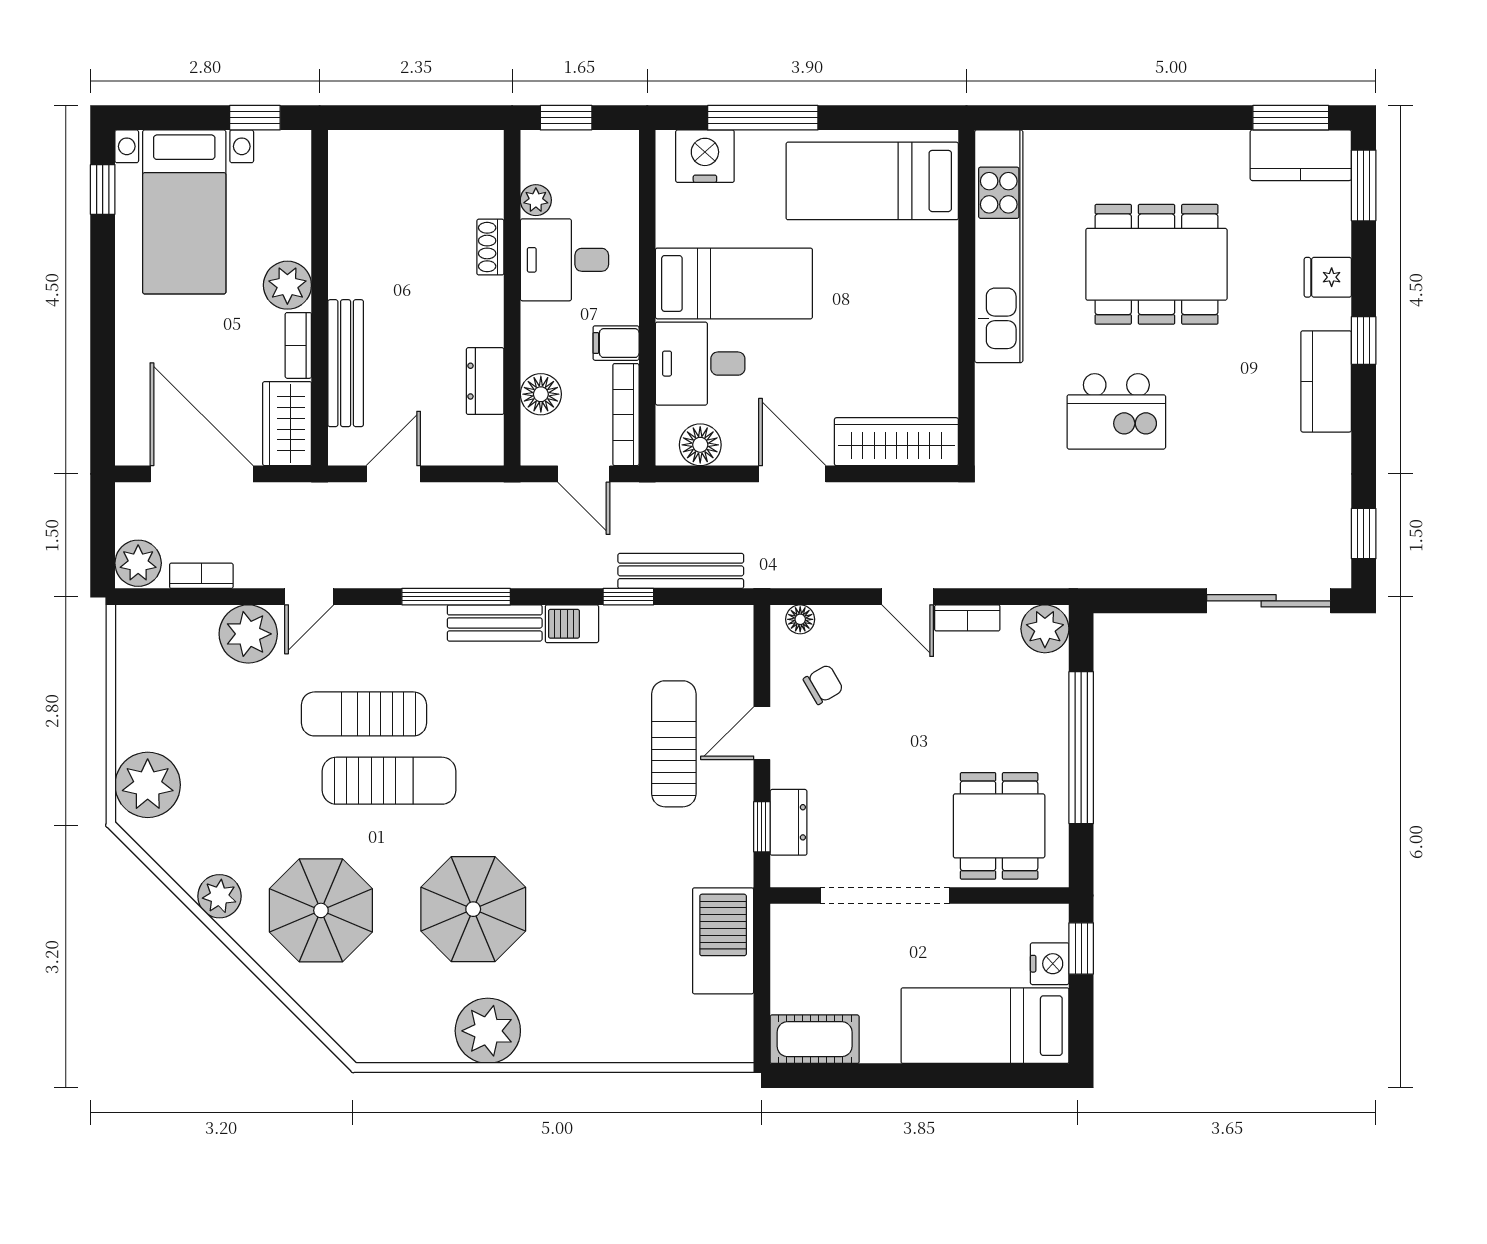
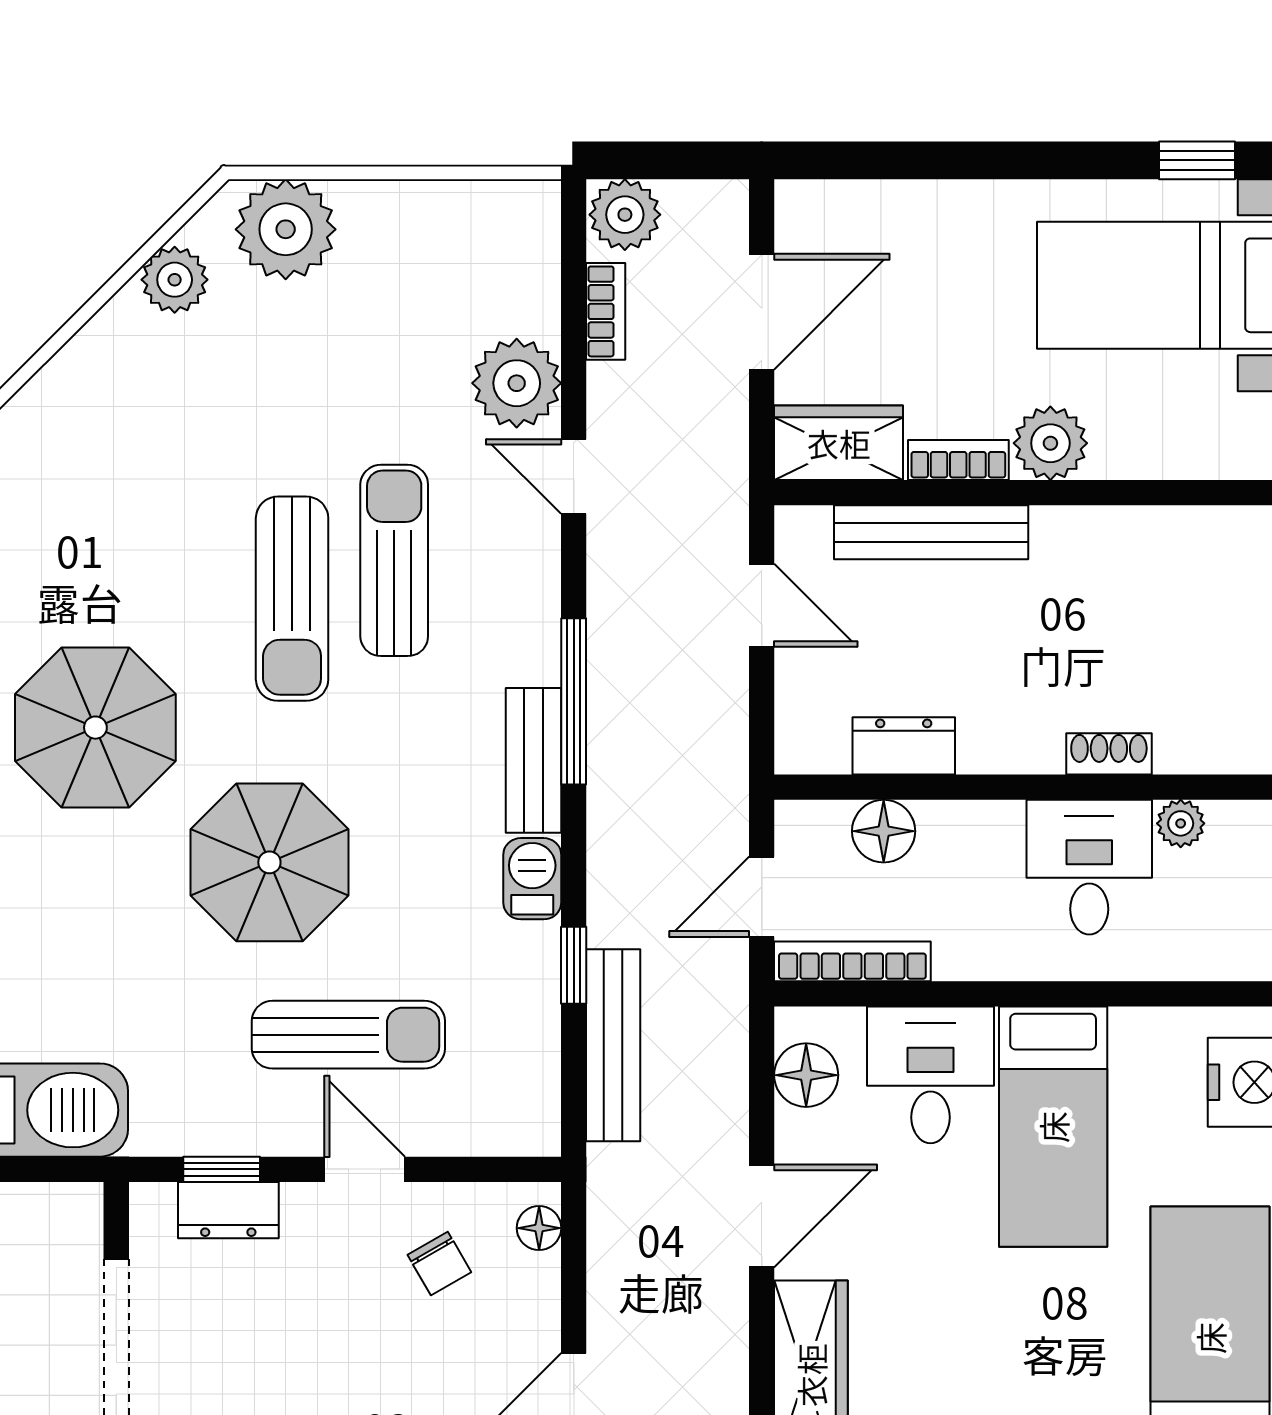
filing cabinet: (616, 343) -> (962, 946), removed
door: (202, 474) -> (762, 312), width x0.73
plant: (219, 896) -> (175, 280), moved
parasol: (321, 910) -> (269, 862), moved

